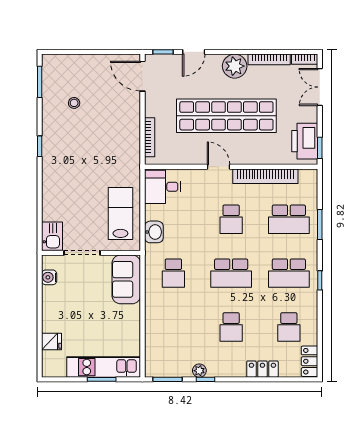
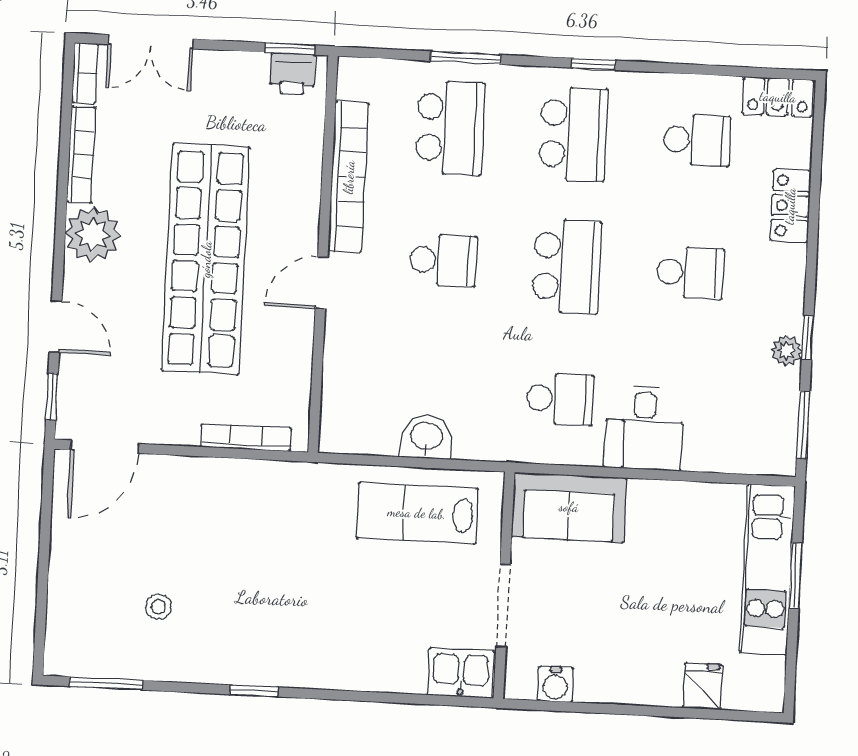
printer: (305, 141) -> (293, 74), width x0.53, depth x0.68
desk: (163, 187) -> (644, 428), moved
washbasin: (154, 232) -> (427, 437), moved

